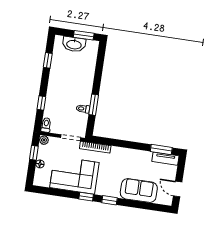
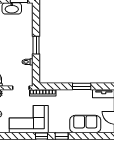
window: (94, 105) -> (36, 45), moved
window: (161, 149) -> (82, 86), moved

